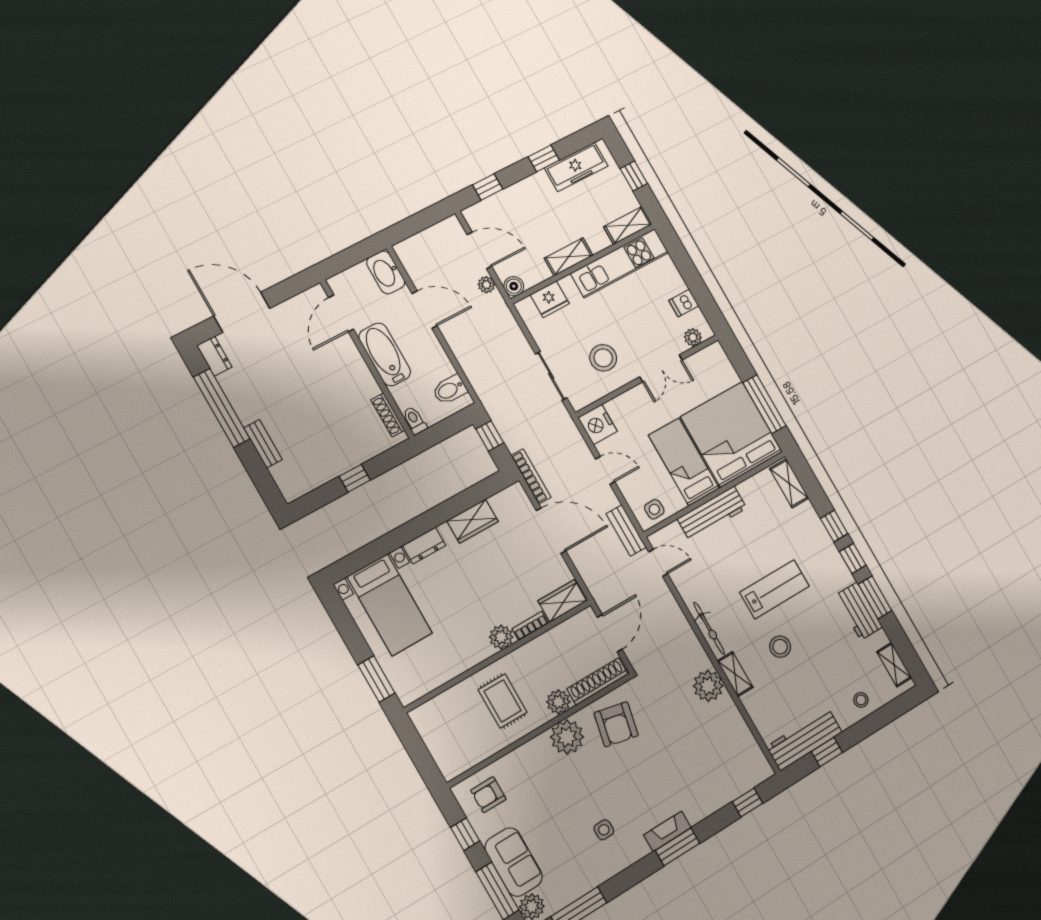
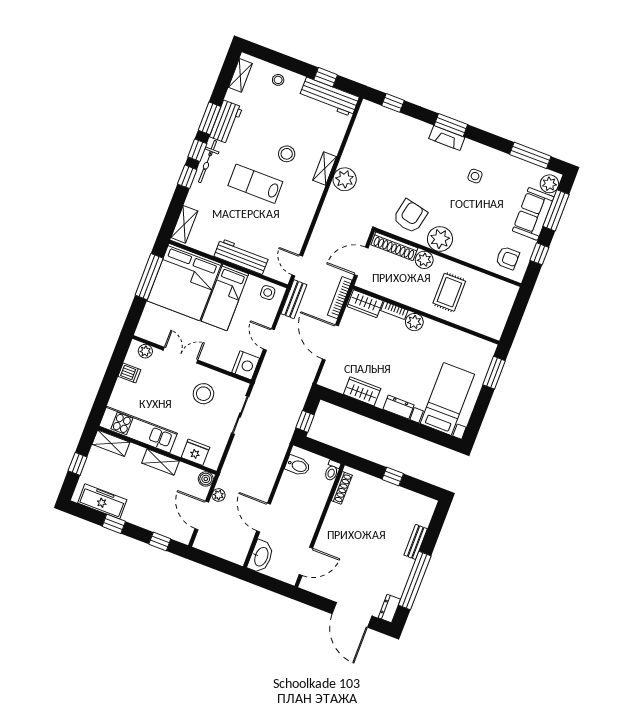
bathtub: (385, 354) -> (309, 518), removed
bookcase: (531, 476) -> (340, 298), moved
bicycle: (709, 628) -> (208, 162), moved, turned 180

